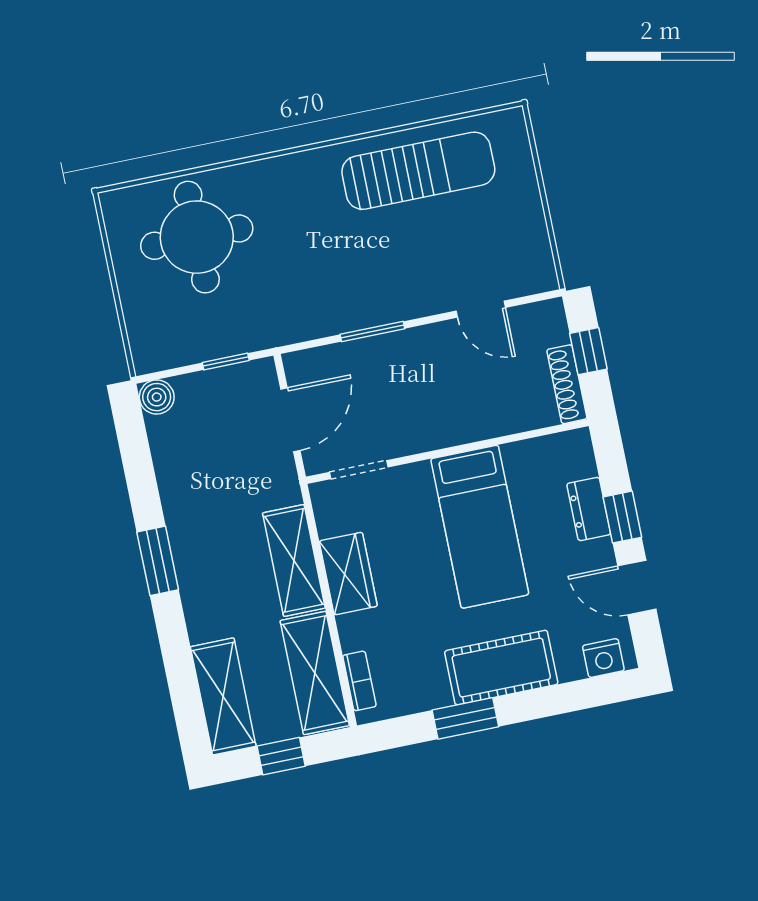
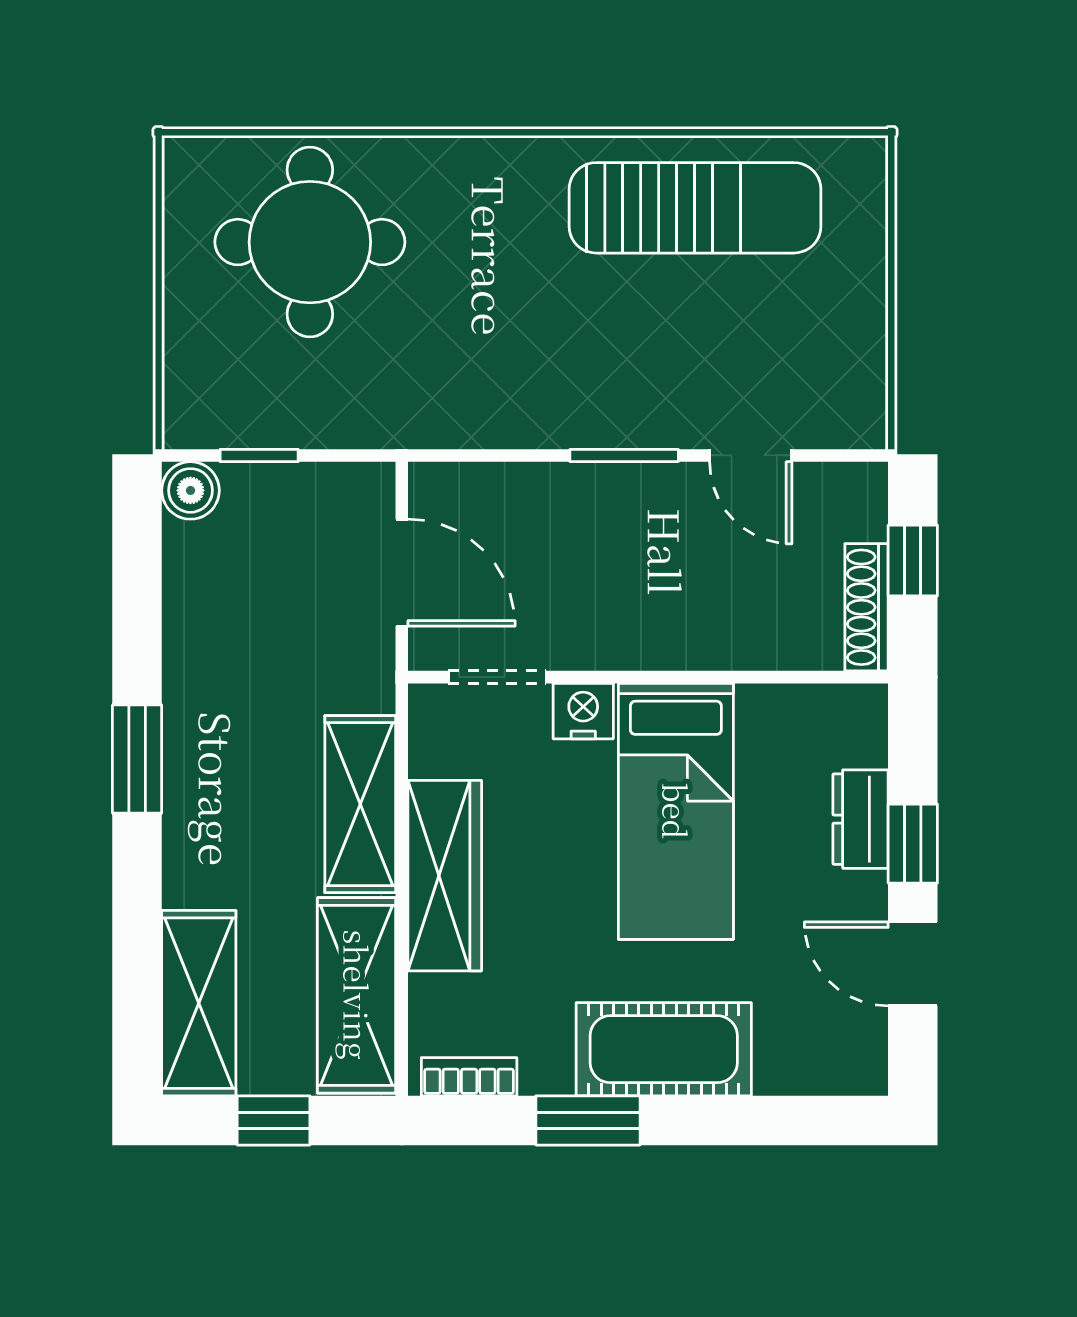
window: (372, 331) -> (624, 455), moved
window: (226, 362) -> (259, 455), moved
door: (290, 420) -> (402, 573), hinge flipped
wardrobe: (348, 574) -> (445, 876), width x1.50
nightstand: (603, 658) -> (583, 711), moved, turned 180
bookcase: (359, 681) -> (469, 1077), moved, turned -90

